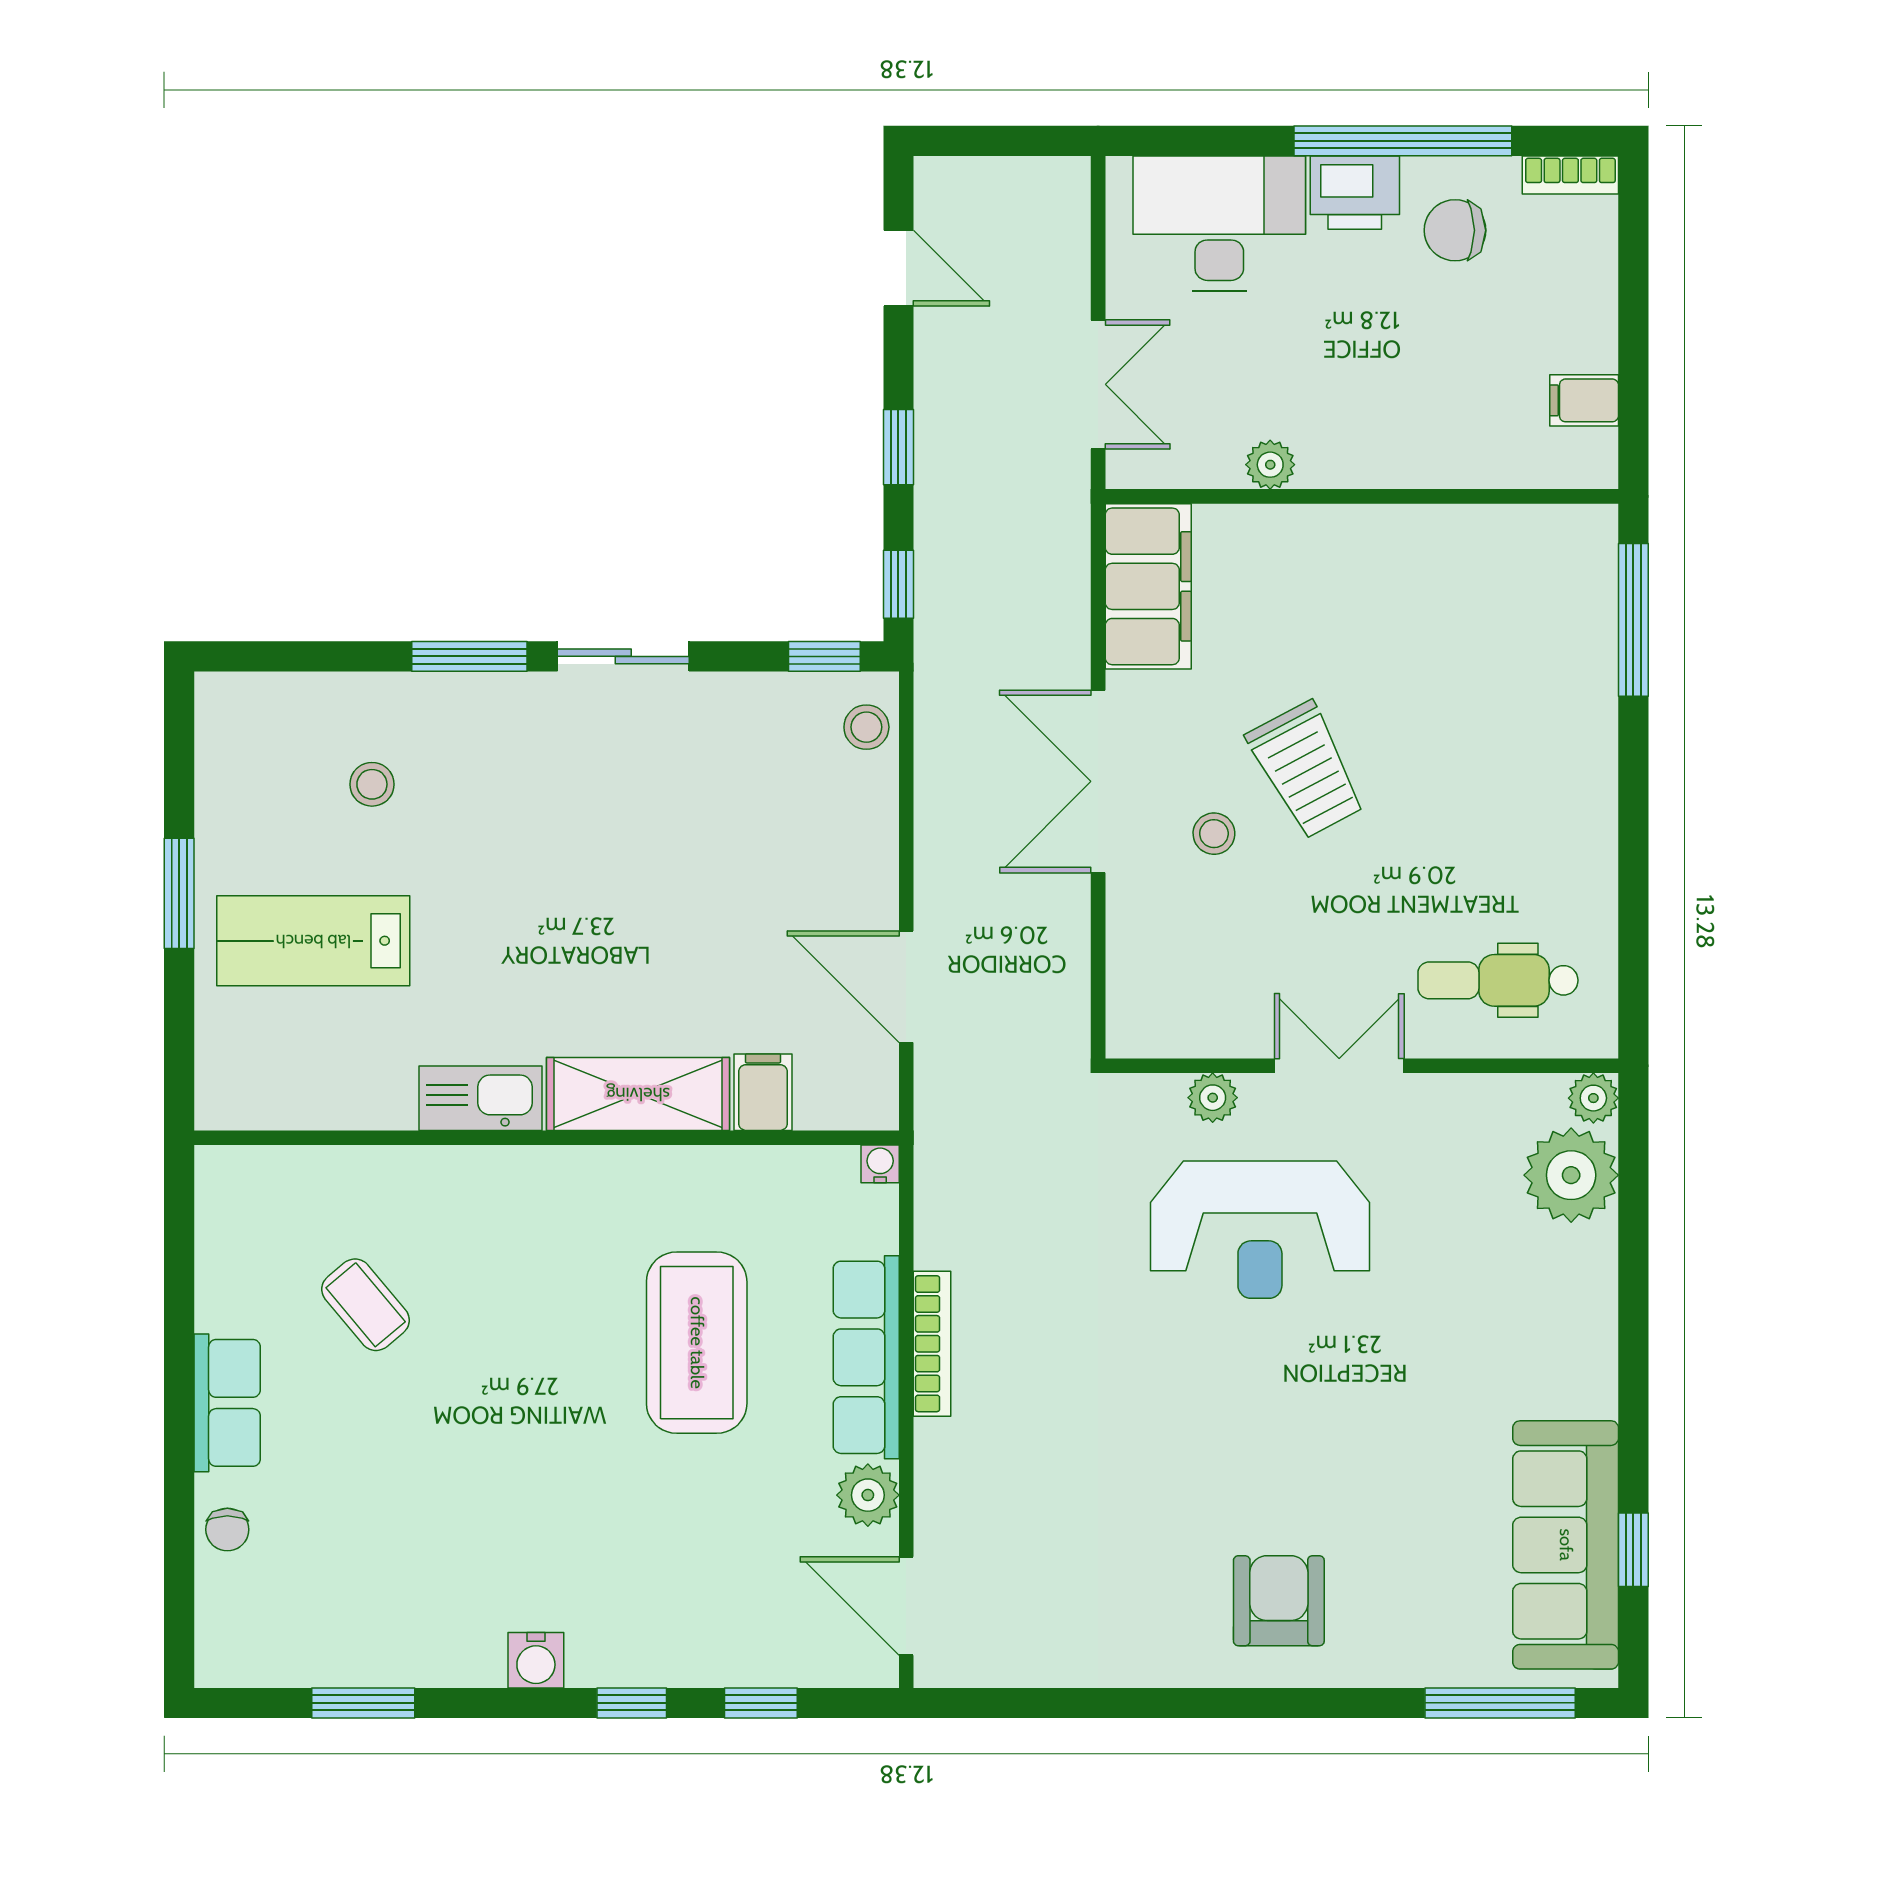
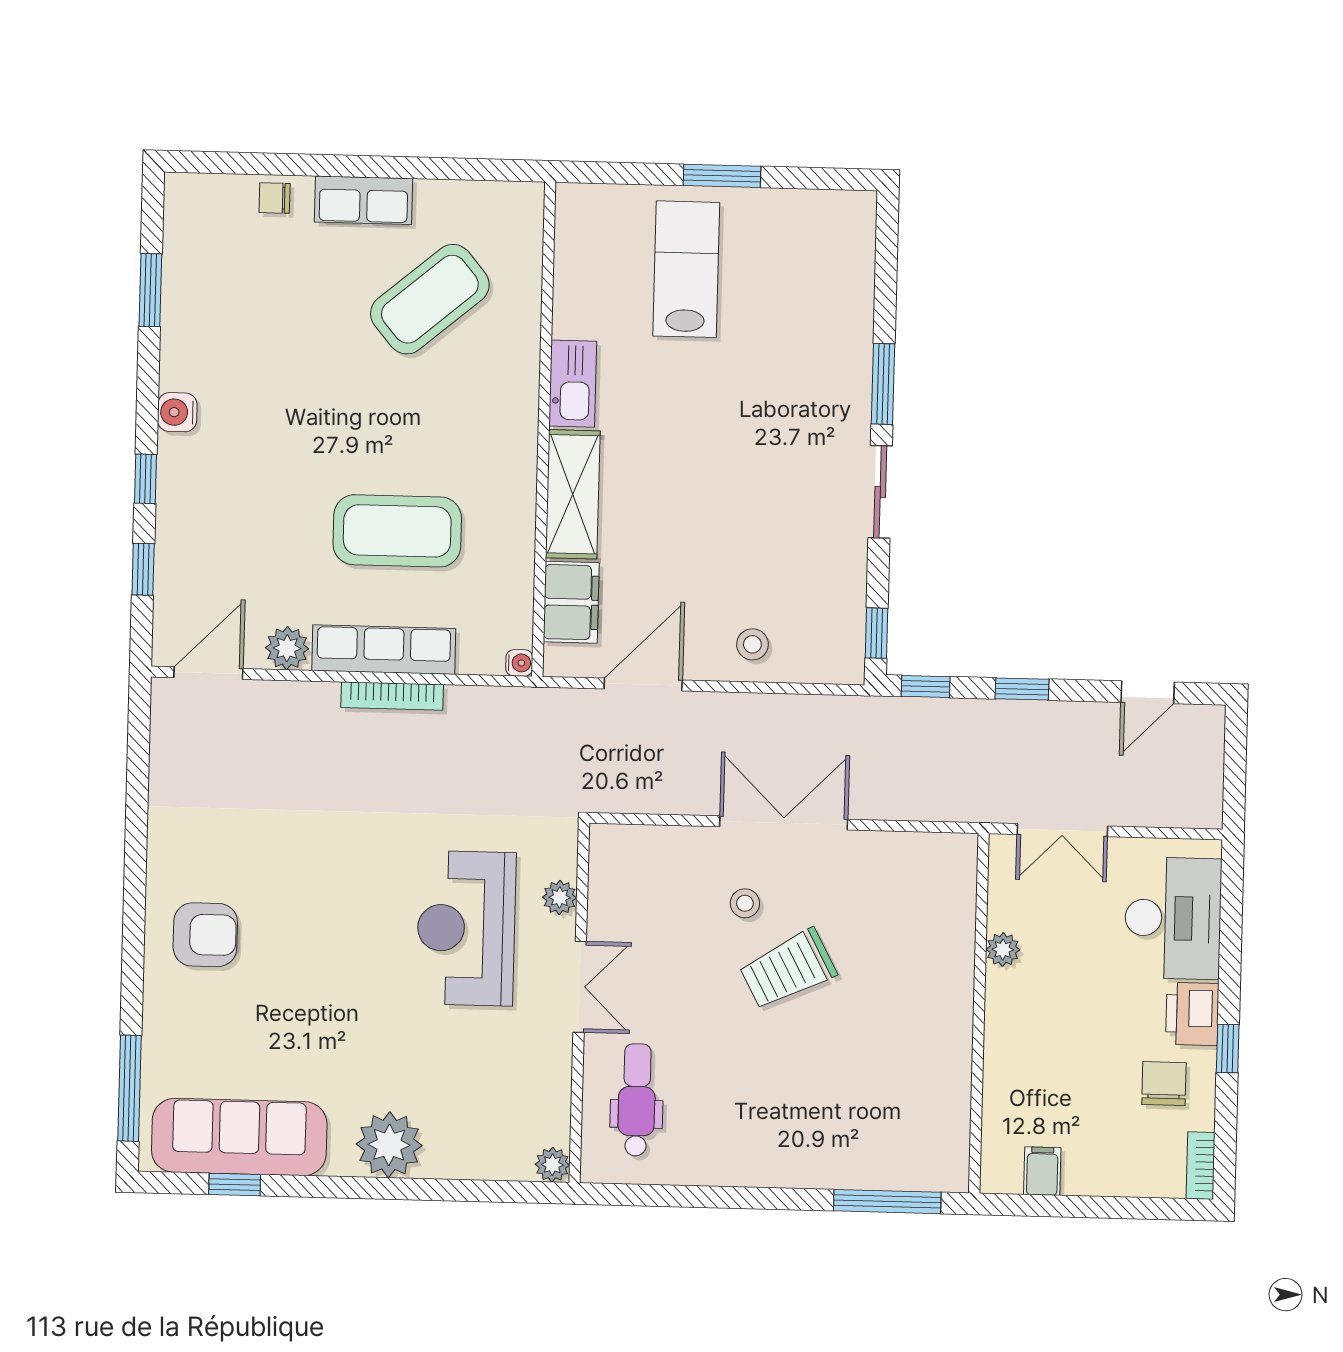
window: (1403, 141) -> (1228, 1049), width x0.32
filing cabinet: (1148, 586) -> (920, 862), removed
stool: (866, 727) -> (752, 644), moved
stool: (372, 784) -> (795, 313), removed
filing cabinet: (763, 1092) -> (571, 602), width x2.00
plant: (1571, 1175) -> (389, 1145), moved
coffee table: (366, 1305) -> (430, 299), width x1.86, depth x1.72

